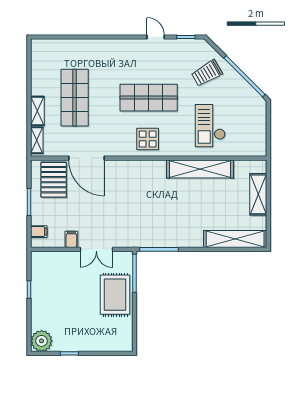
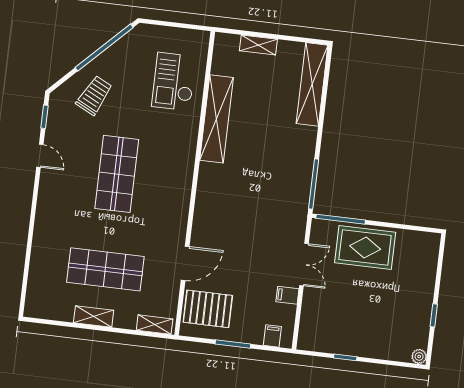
door: (156, 37) -> (40, 156), swing flipped
trolley: (207, 73) -> (94, 95), turned -123
shelving: (37, 111) -> (94, 316), moved
checkout: (210, 126) -> (174, 82), moved, turned 90
display table: (148, 139) -> (170, 182), removed
door: (86, 158) -> (185, 263), width x0.73
shelving: (258, 194) -> (258, 45), width x0.67, depth x0.75
plant: (42, 341) -> (419, 356), width x0.53, depth x0.53

